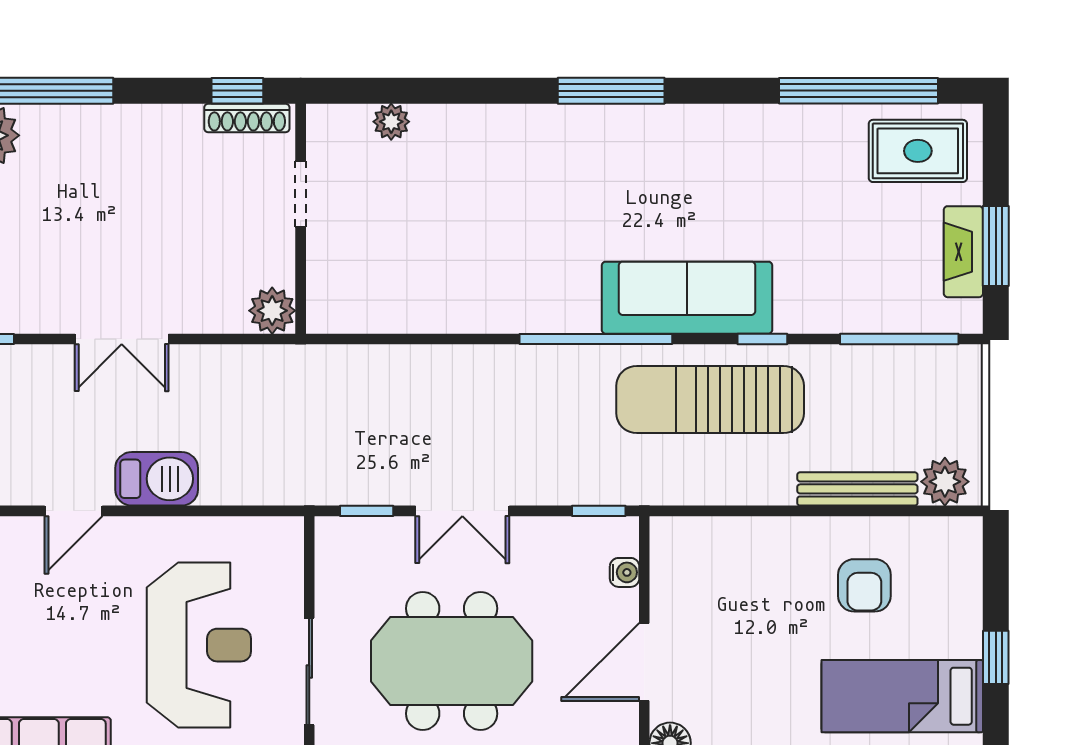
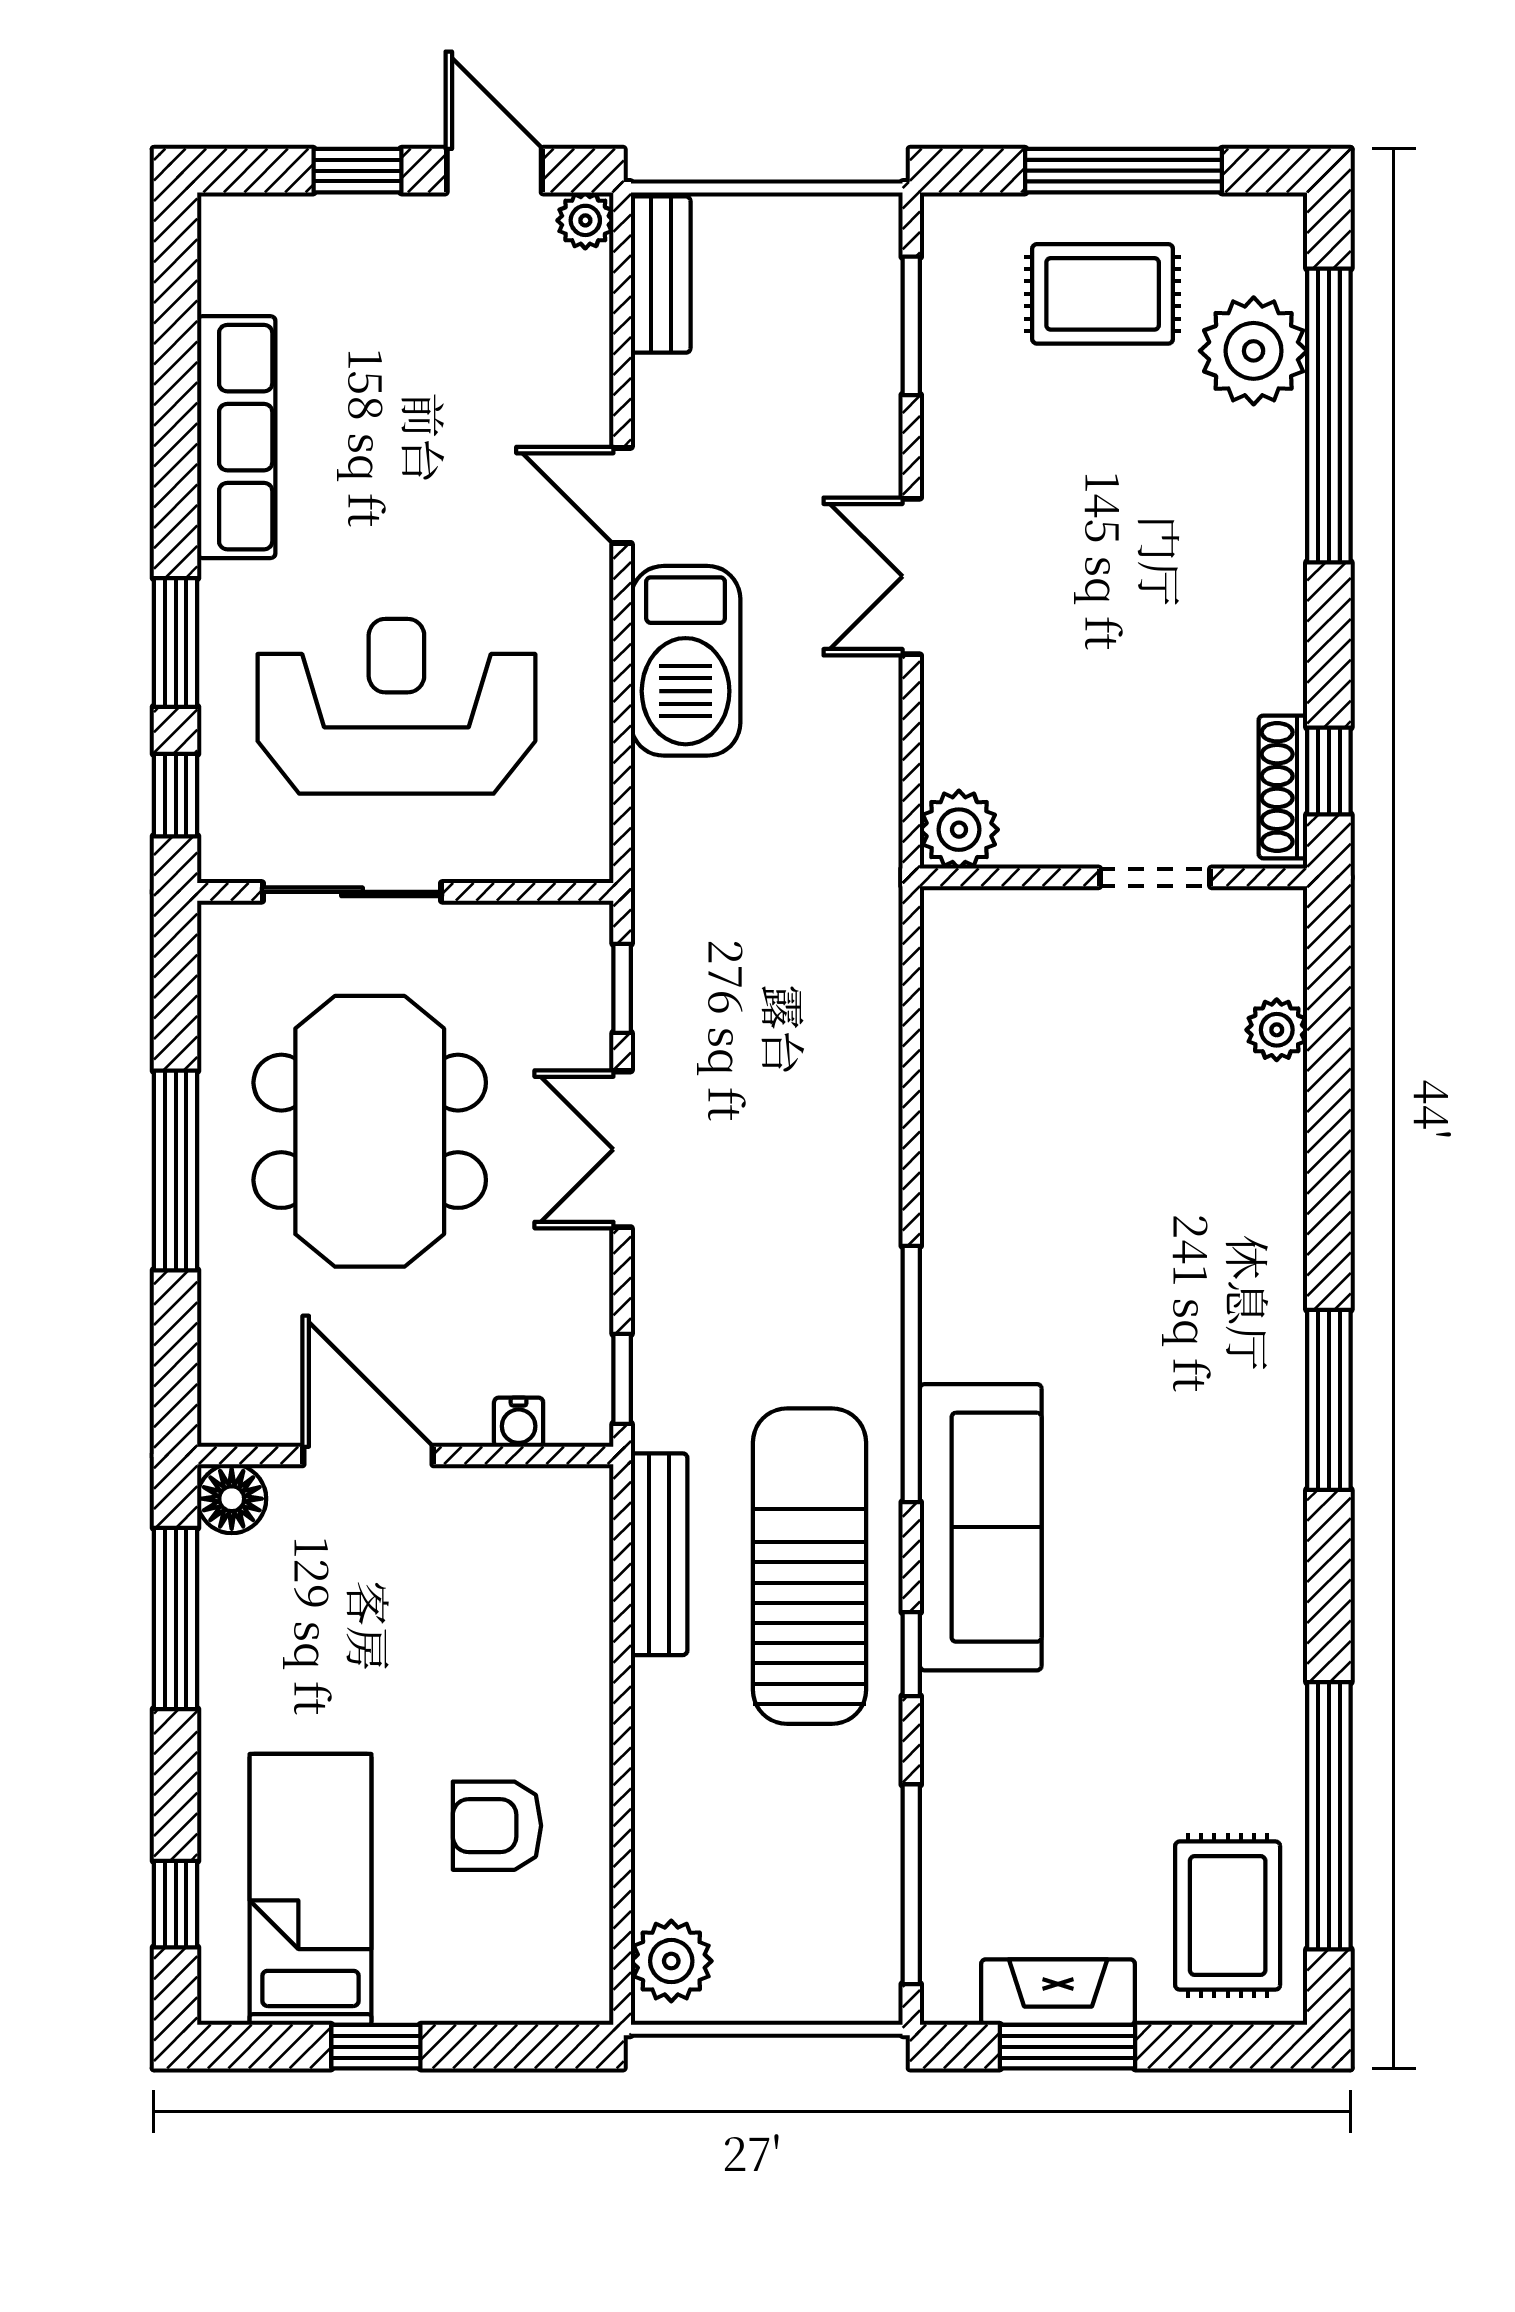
barbecue: (157, 479) -> (686, 661), width x1.37, depth x1.21
bench: (857, 489) -> (659, 1554), moved
reception desk: (199, 645) -> (396, 706), turned 180

